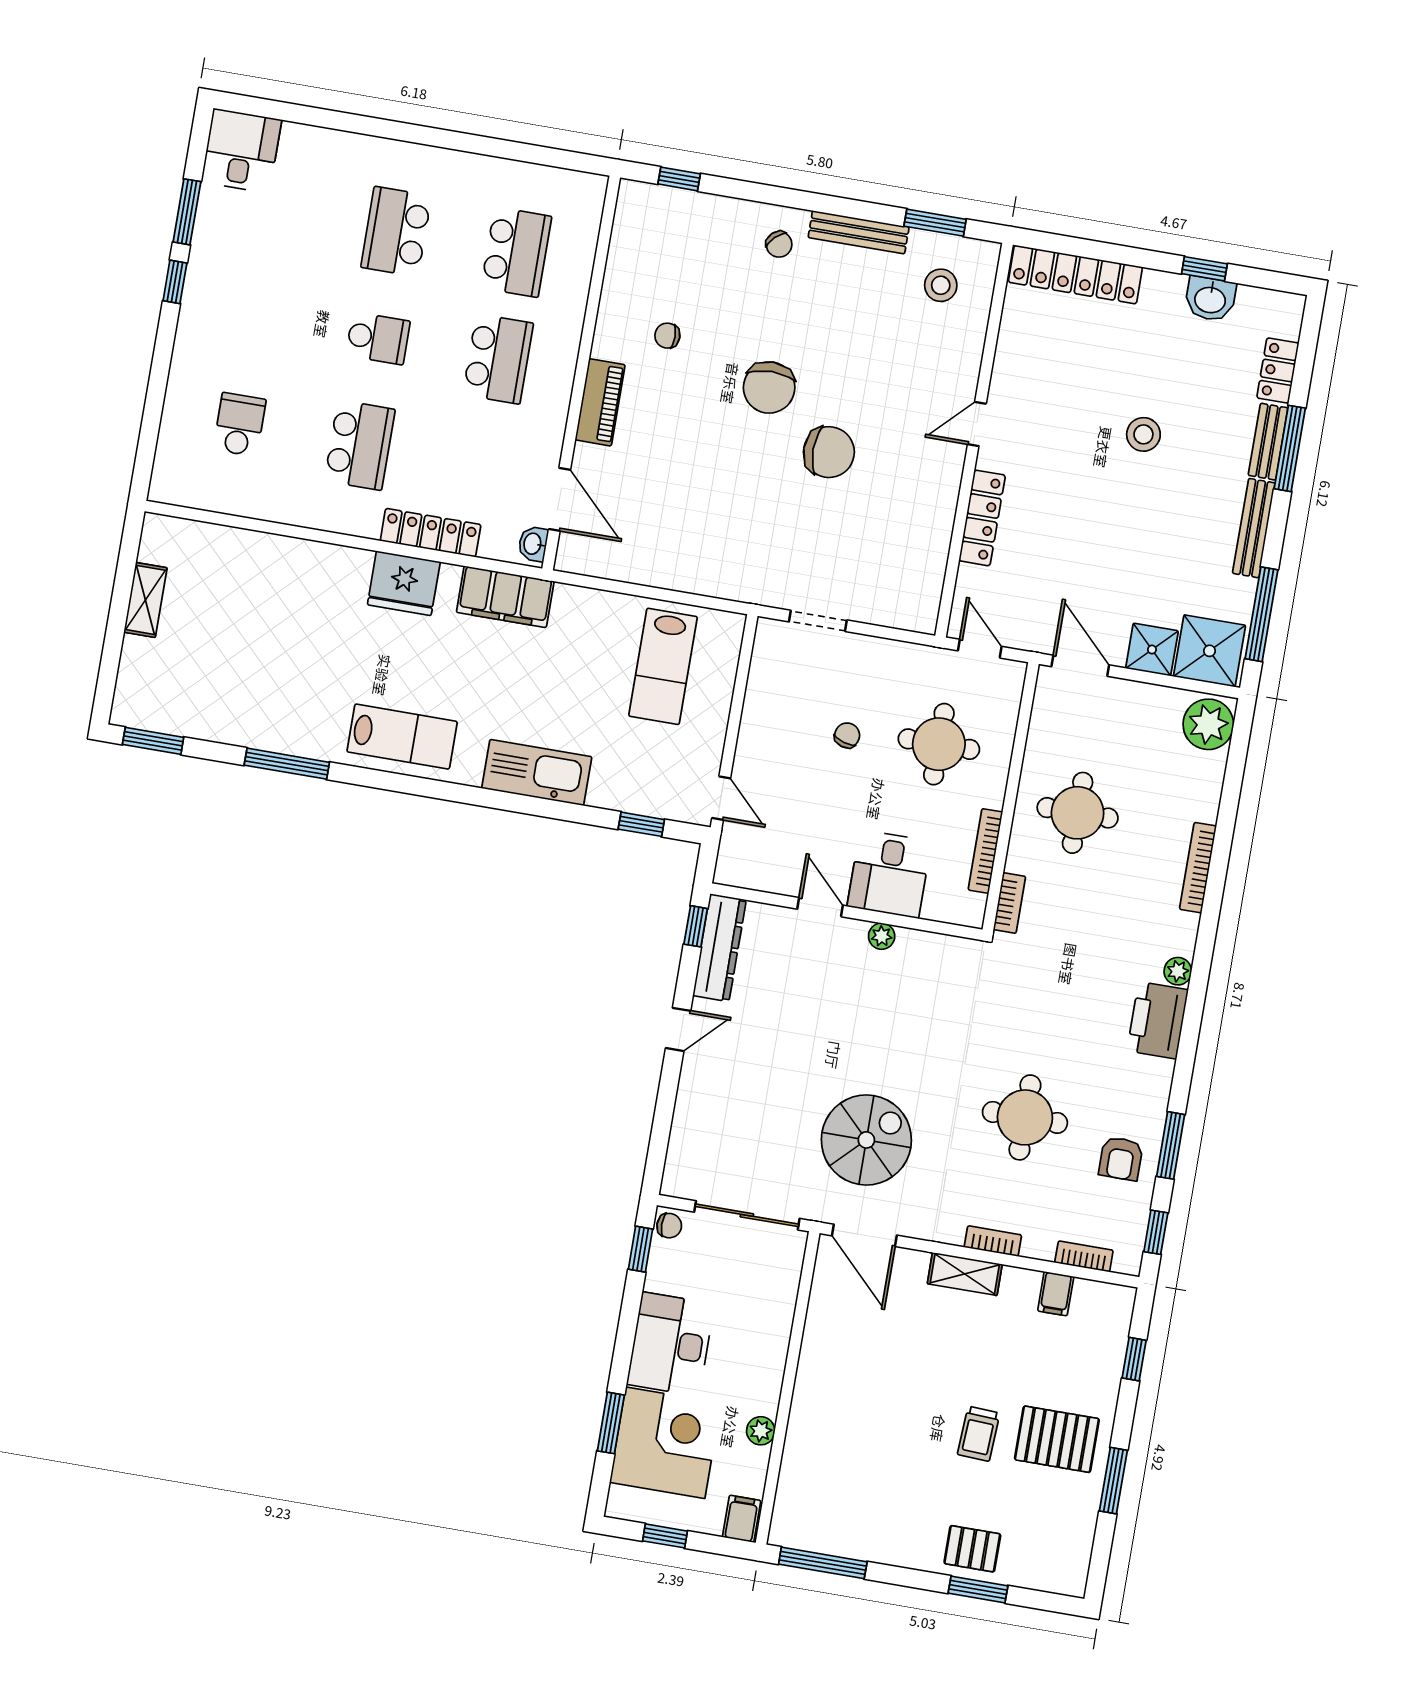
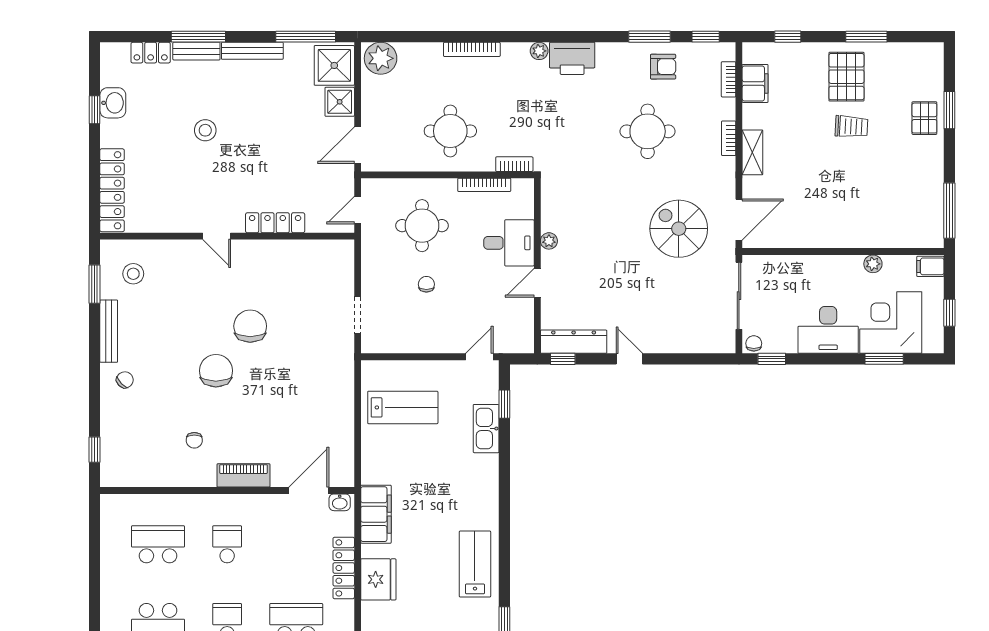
school desk: (498, 359) -> (227, 544), width x0.54
chair: (769, 387) -> (216, 371), turned -90
chair: (847, 735) -> (426, 284), turned 73
kitchen sink: (537, 772) -> (486, 429), moved, width x0.73, depth x0.81
filing cabinet: (1056, 1294) -> (755, 83), width x2.00

